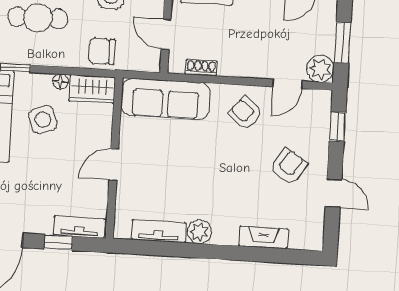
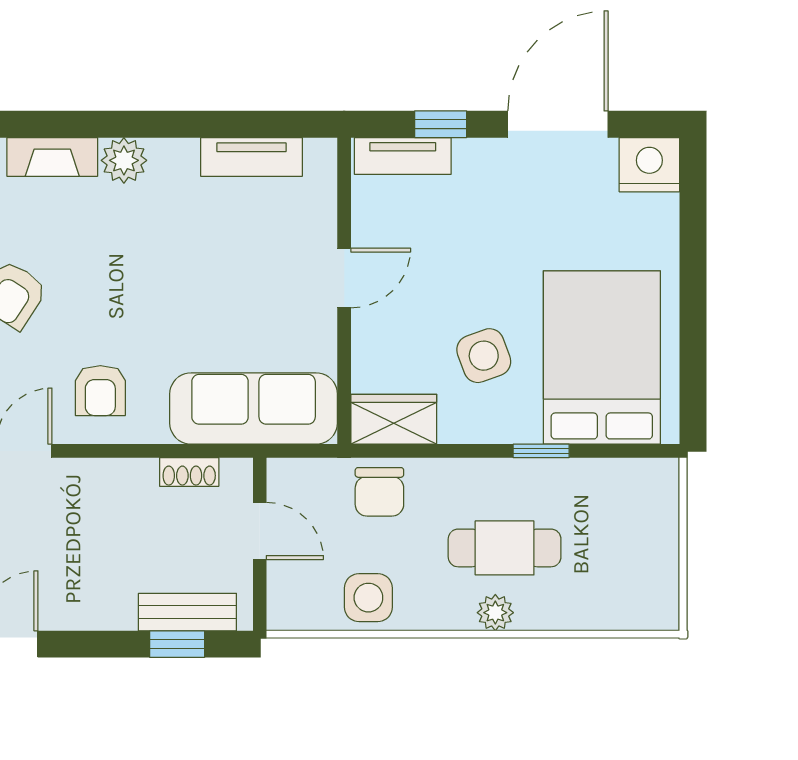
chair: (102, 51) -> (379, 492), turned 90
floor lamp: (60, 82) -> (455, 430), removed
armchair: (245, 113) -> (100, 391), turned 49
plant: (199, 232) -> (124, 160), moved

